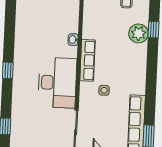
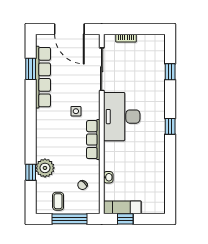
chair: (101, 14) -> (82, 185), added
washbasin: (73, 40) -> (108, 177), moved

